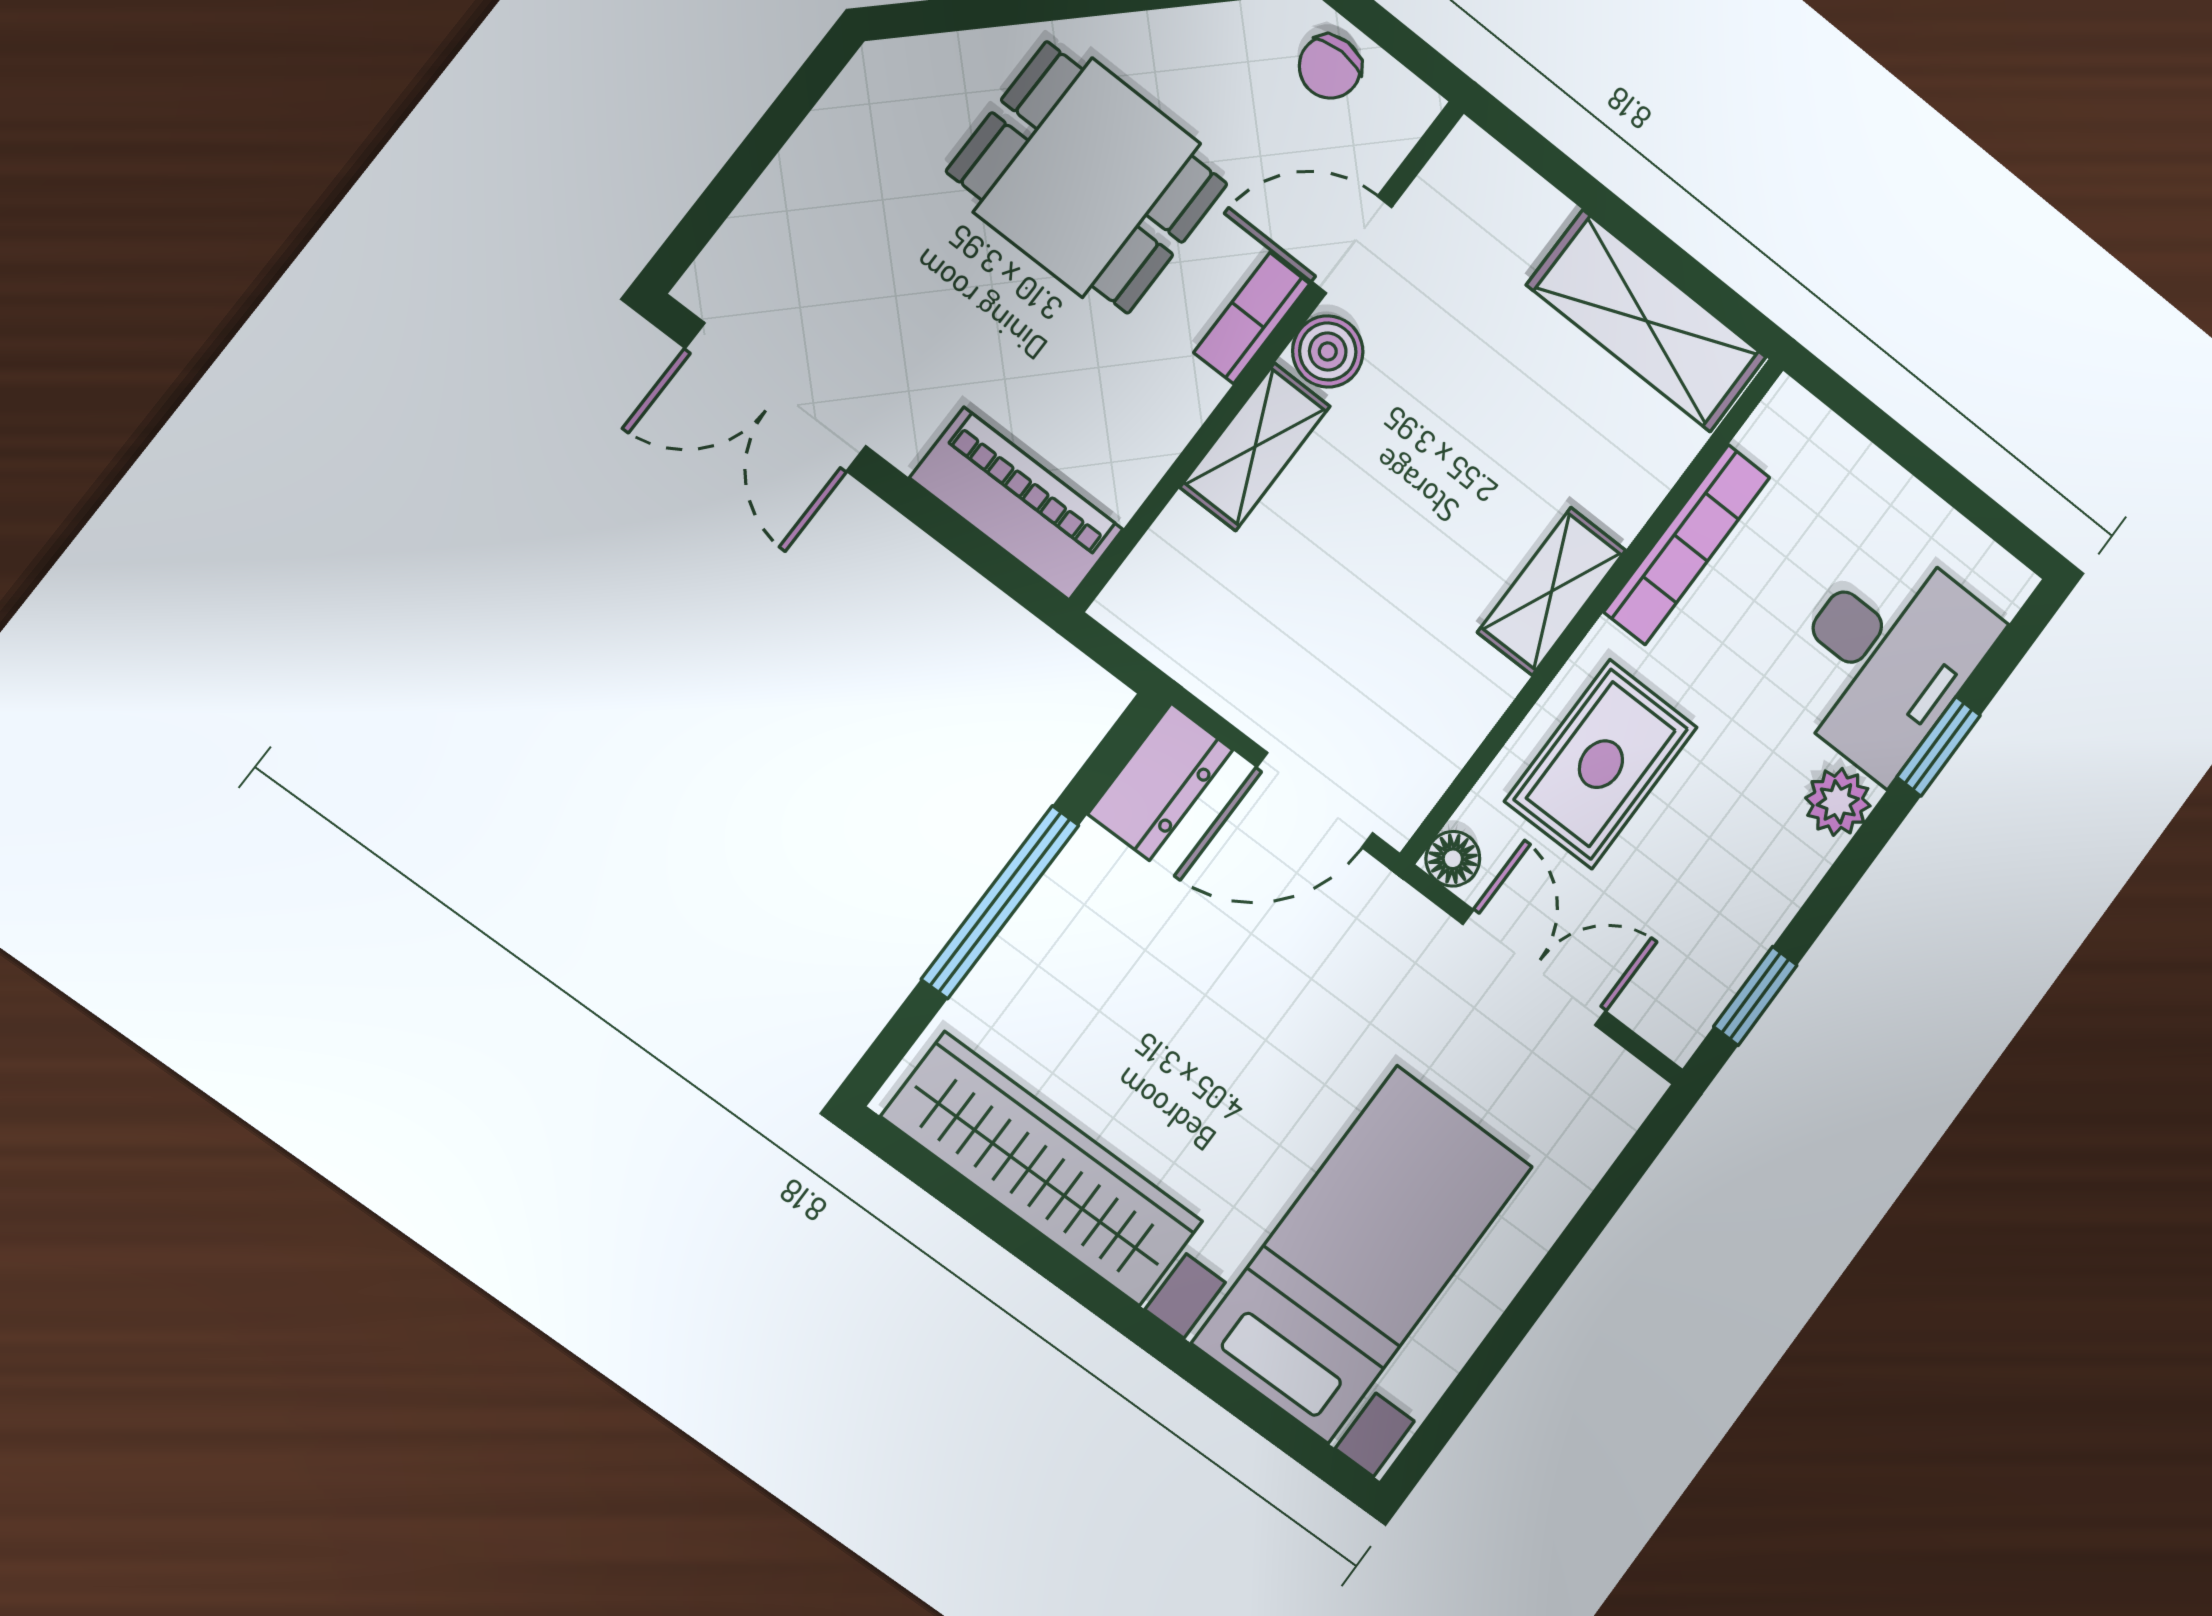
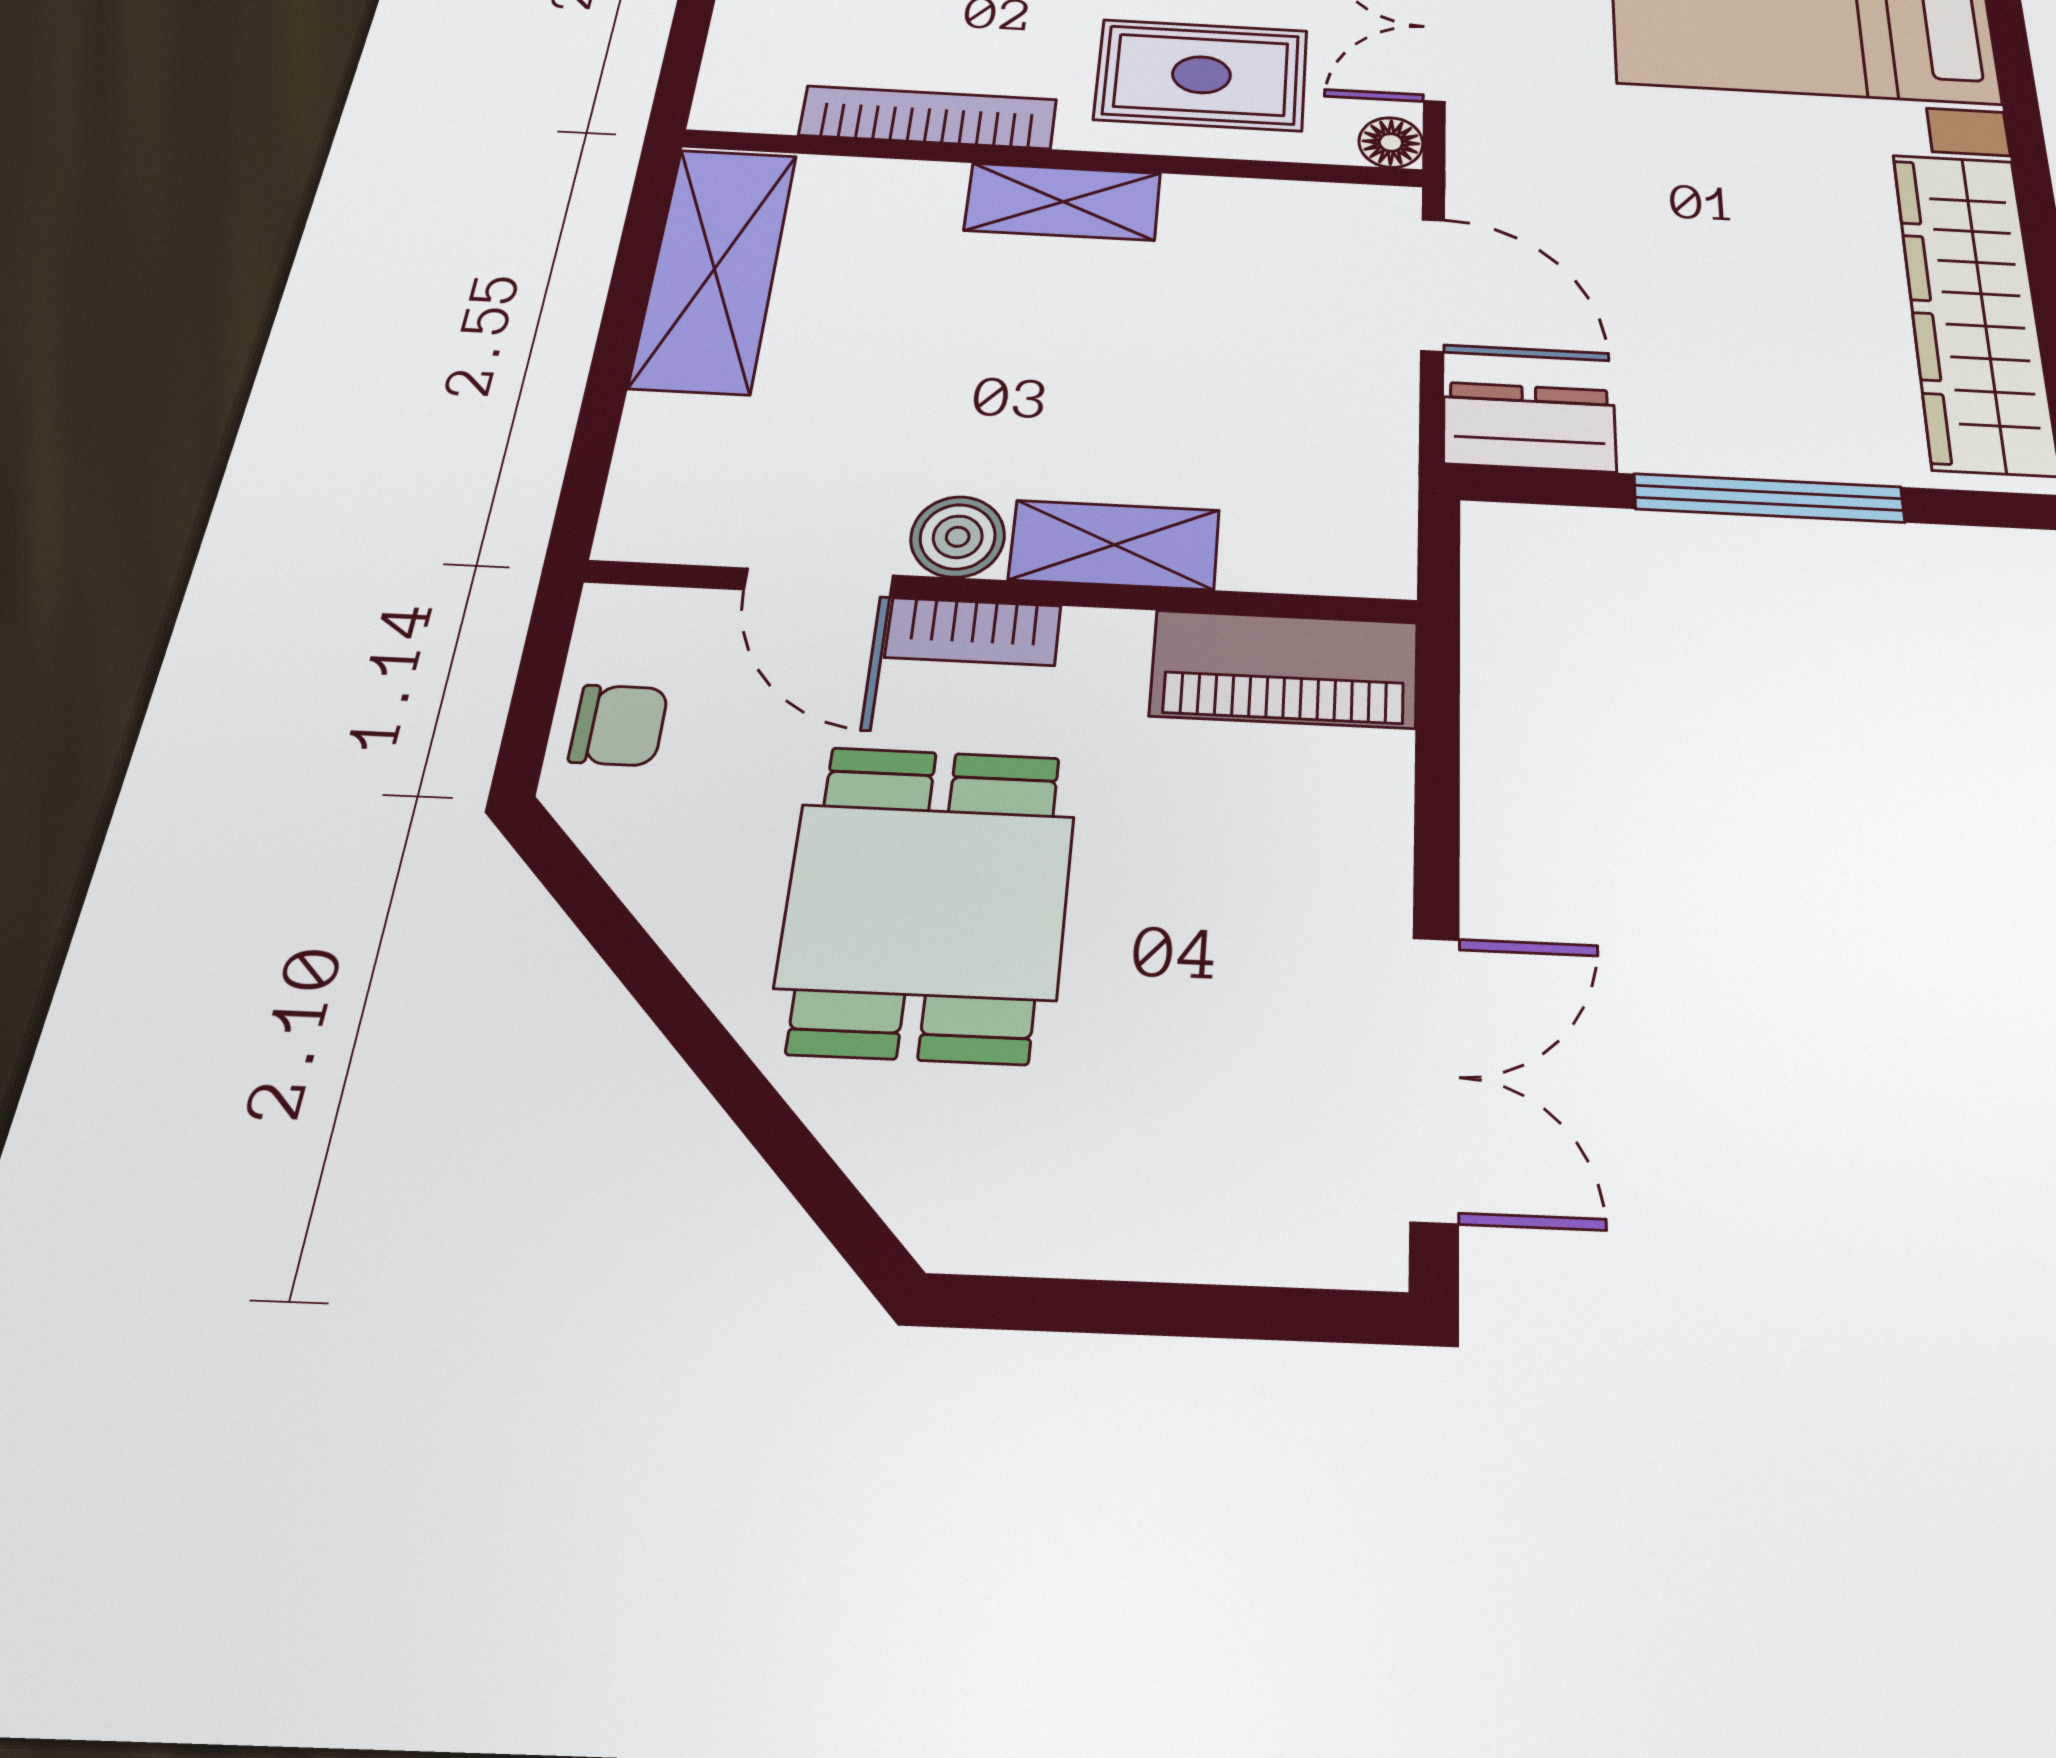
piano: (1017, 504) -> (1285, 669), moved, turned -90

